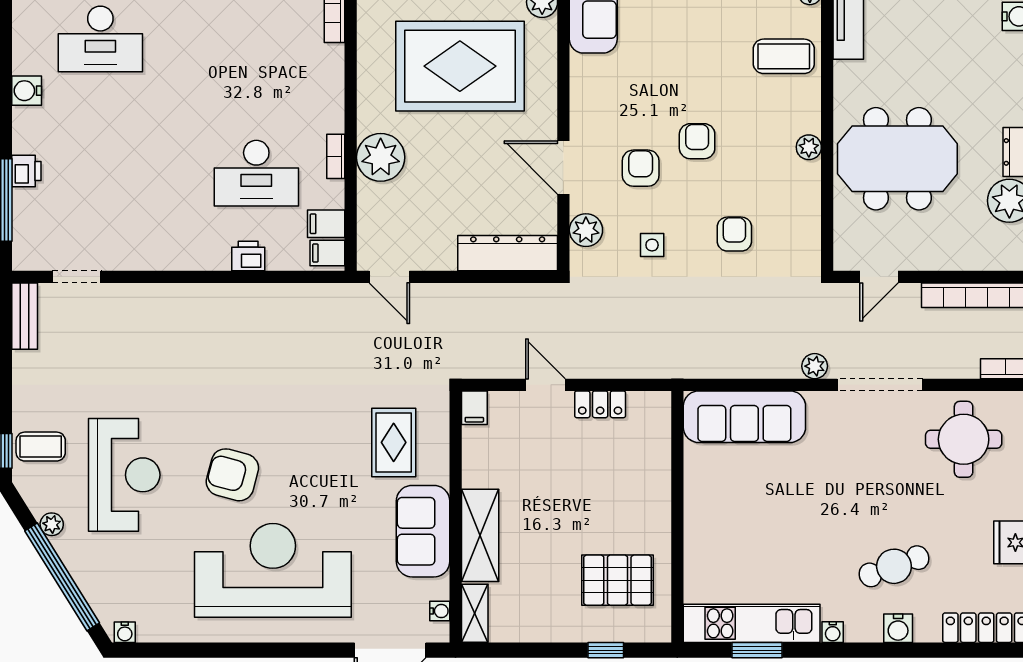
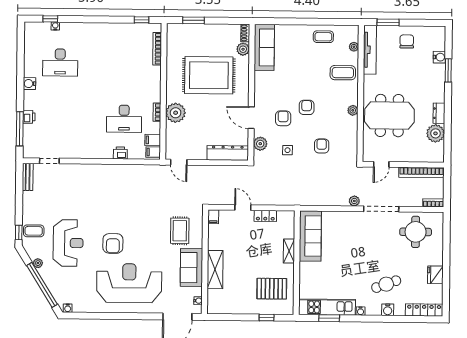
sofa: (744, 417) -> (310, 236), moved, turned -90
armchair: (232, 475) -> (113, 243), turned -105
shelving: (475, 613) -> (289, 251), moved

